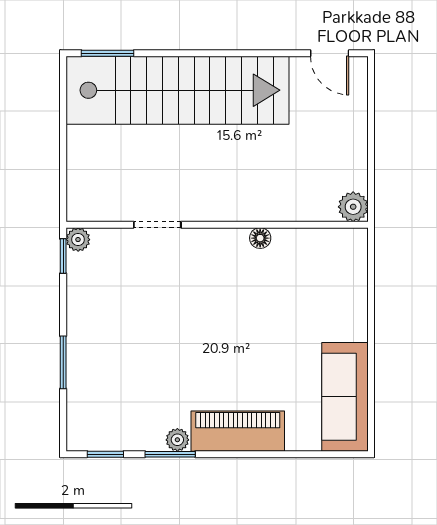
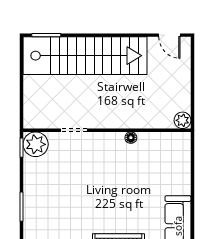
plant: (78, 240) -> (36, 144), width x1.88, depth x1.88

